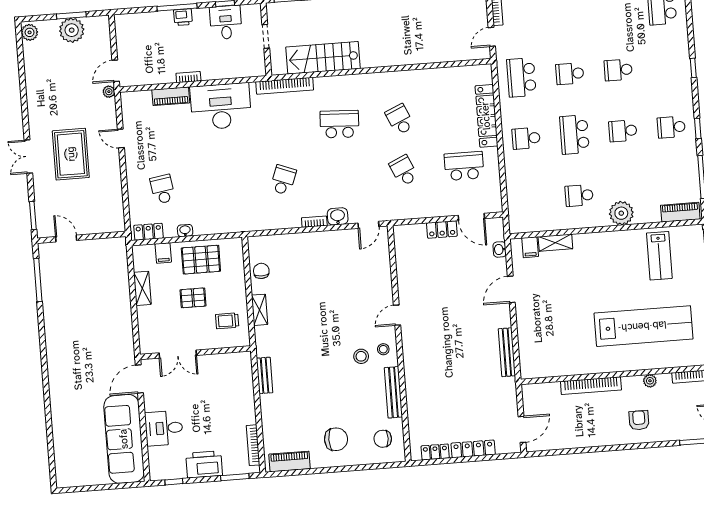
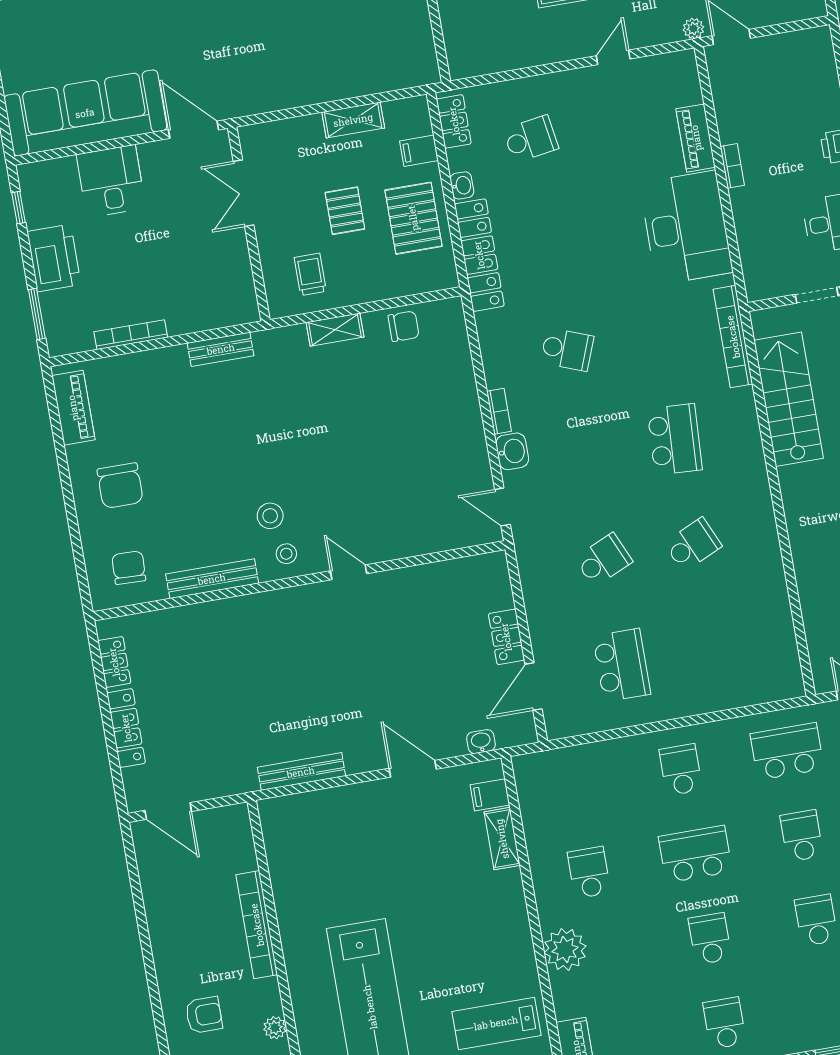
locker: (486, 116) -> (479, 255), moved, turned 90
bookcase: (253, 445) -> (131, 335), moved

